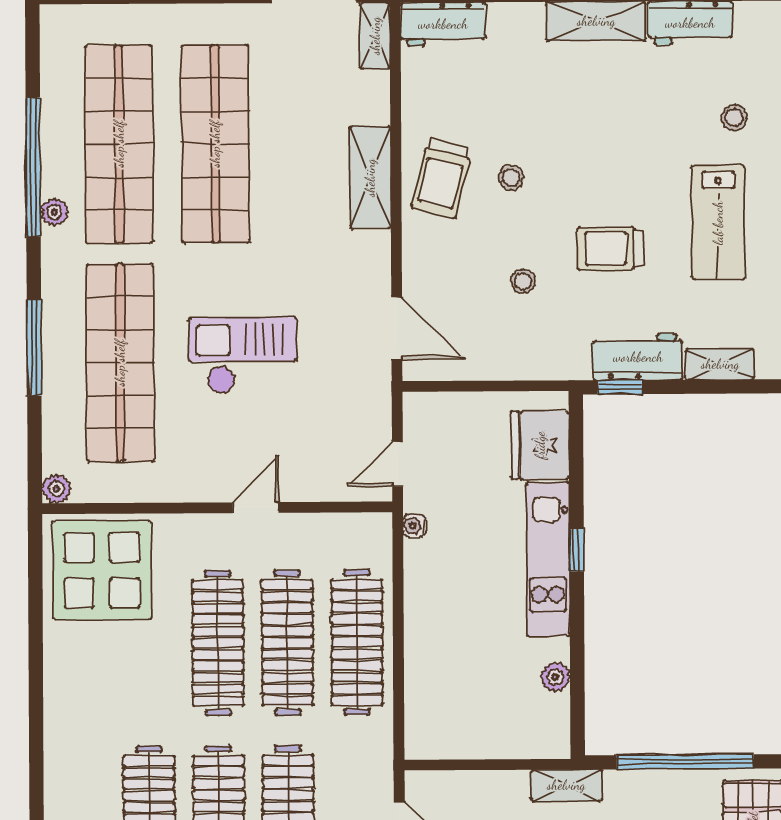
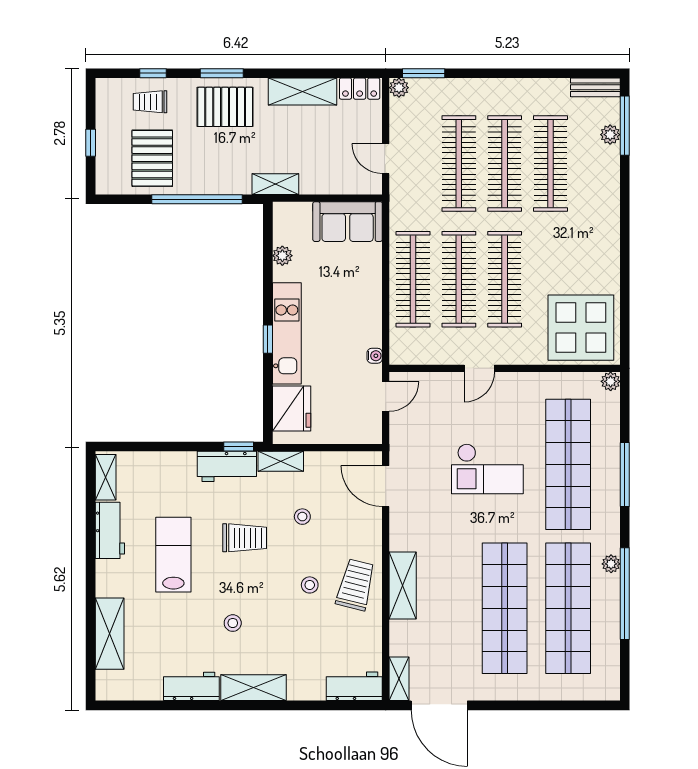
stool: (734, 118) -> (233, 623), moved
shelving: (720, 364) -> (281, 461), moved
sofa: (457, 729) -> (348, 222), added

